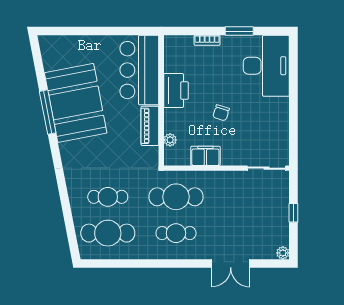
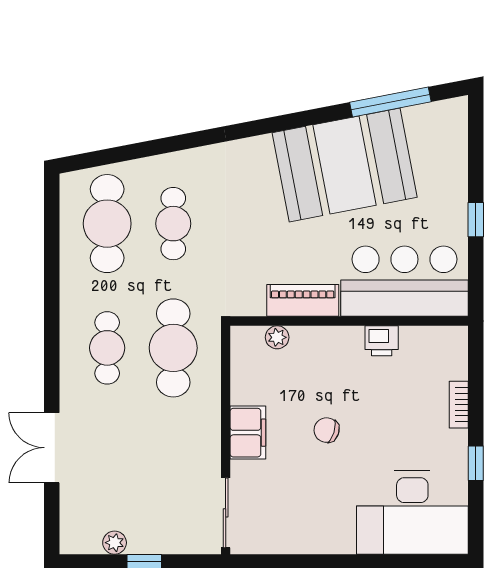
window: (106, 31) -> (476, 220), added
window: (239, 31) -> (476, 463), width x0.67
printer: (176, 91) -> (382, 341), width x0.53, depth x0.68
window: (48, 112) -> (390, 102), moved
filing cabinet: (205, 156) -> (248, 433), moved
plant: (283, 253) -> (115, 543), moved

